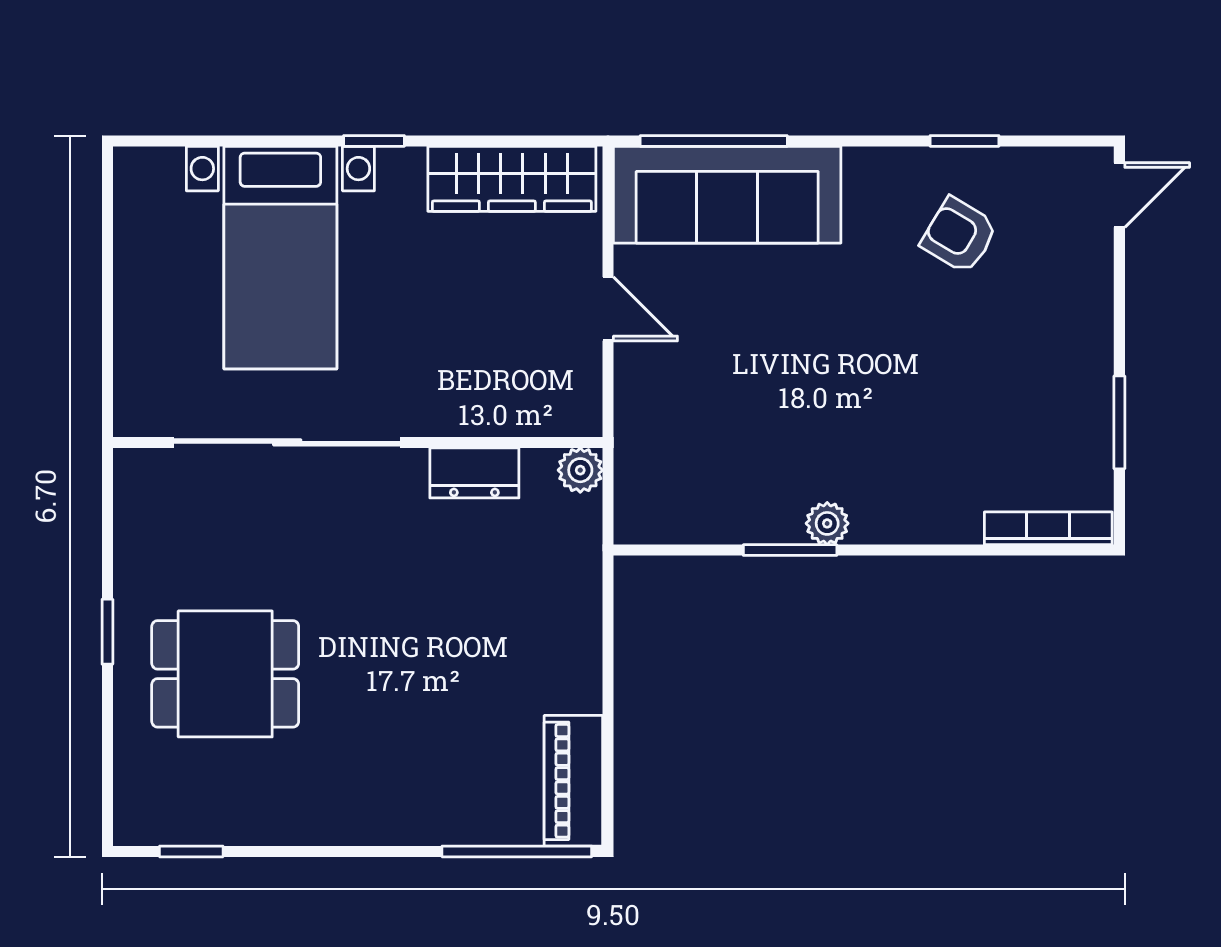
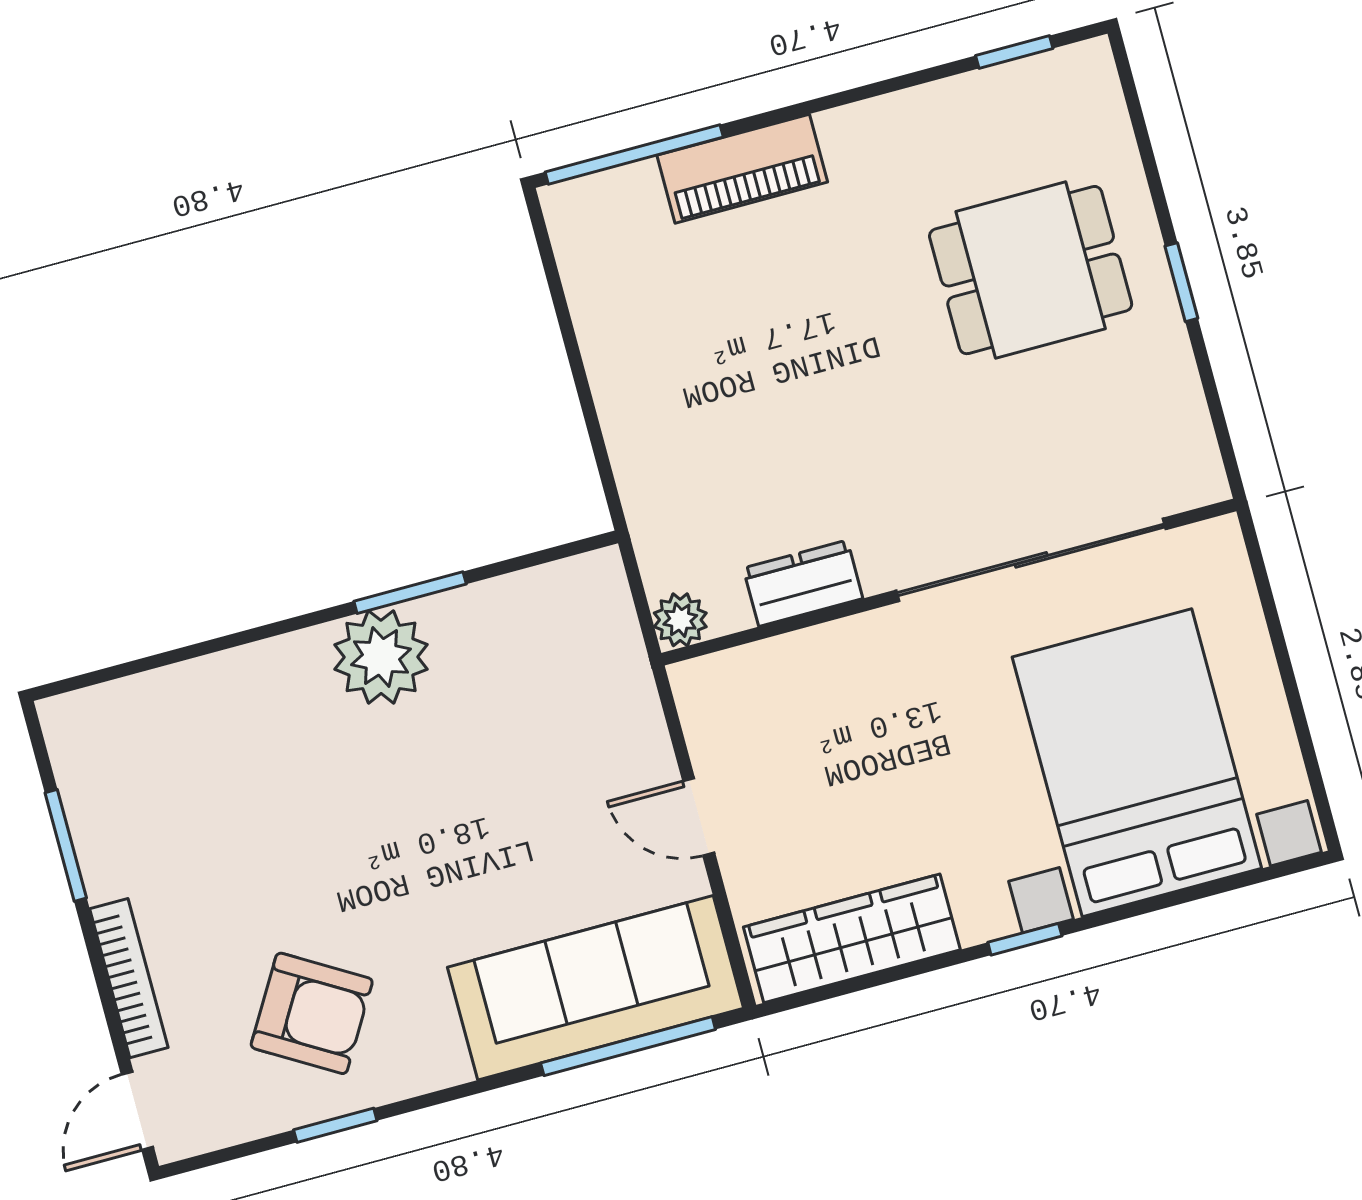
armchair: (959, 235) -> (312, 1013), width x1.38, depth x1.38
bed with nightstands: (280, 258) -> (1137, 763), width x1.36
plant: (827, 523) -> (381, 657), width x1.88, depth x1.88
bookcase: (1048, 528) -> (129, 978), moved, turned -90
piano: (573, 781) -> (742, 169), moved, turned 90

